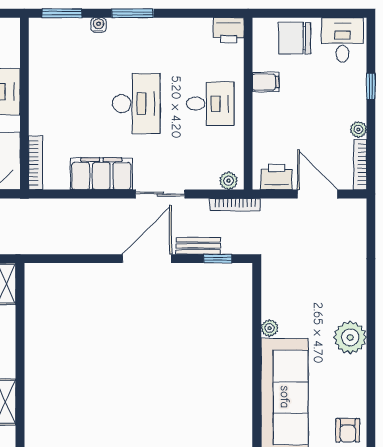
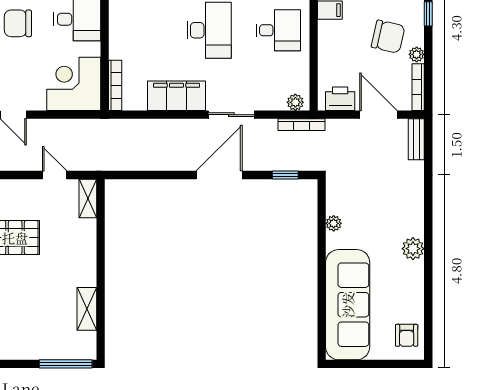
chair: (328, 110) -> (388, 37), added
bench: (198, 246) -> (416, 139), moved, turned 90
plant: (270, 328) -> (334, 223), moved
plant: (350, 337) -> (413, 249), width x0.73, depth x0.73

